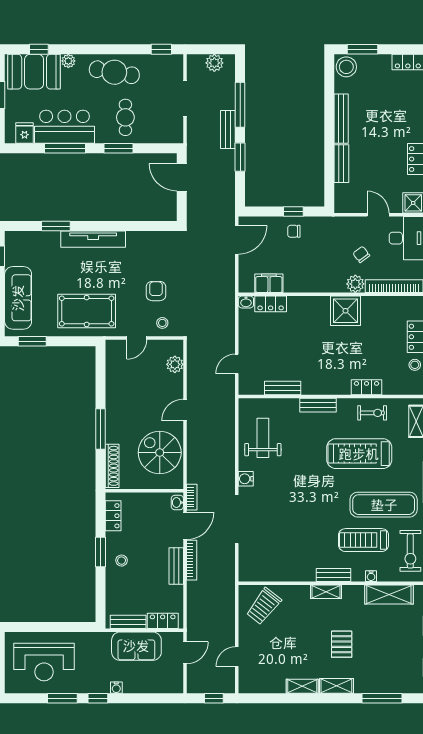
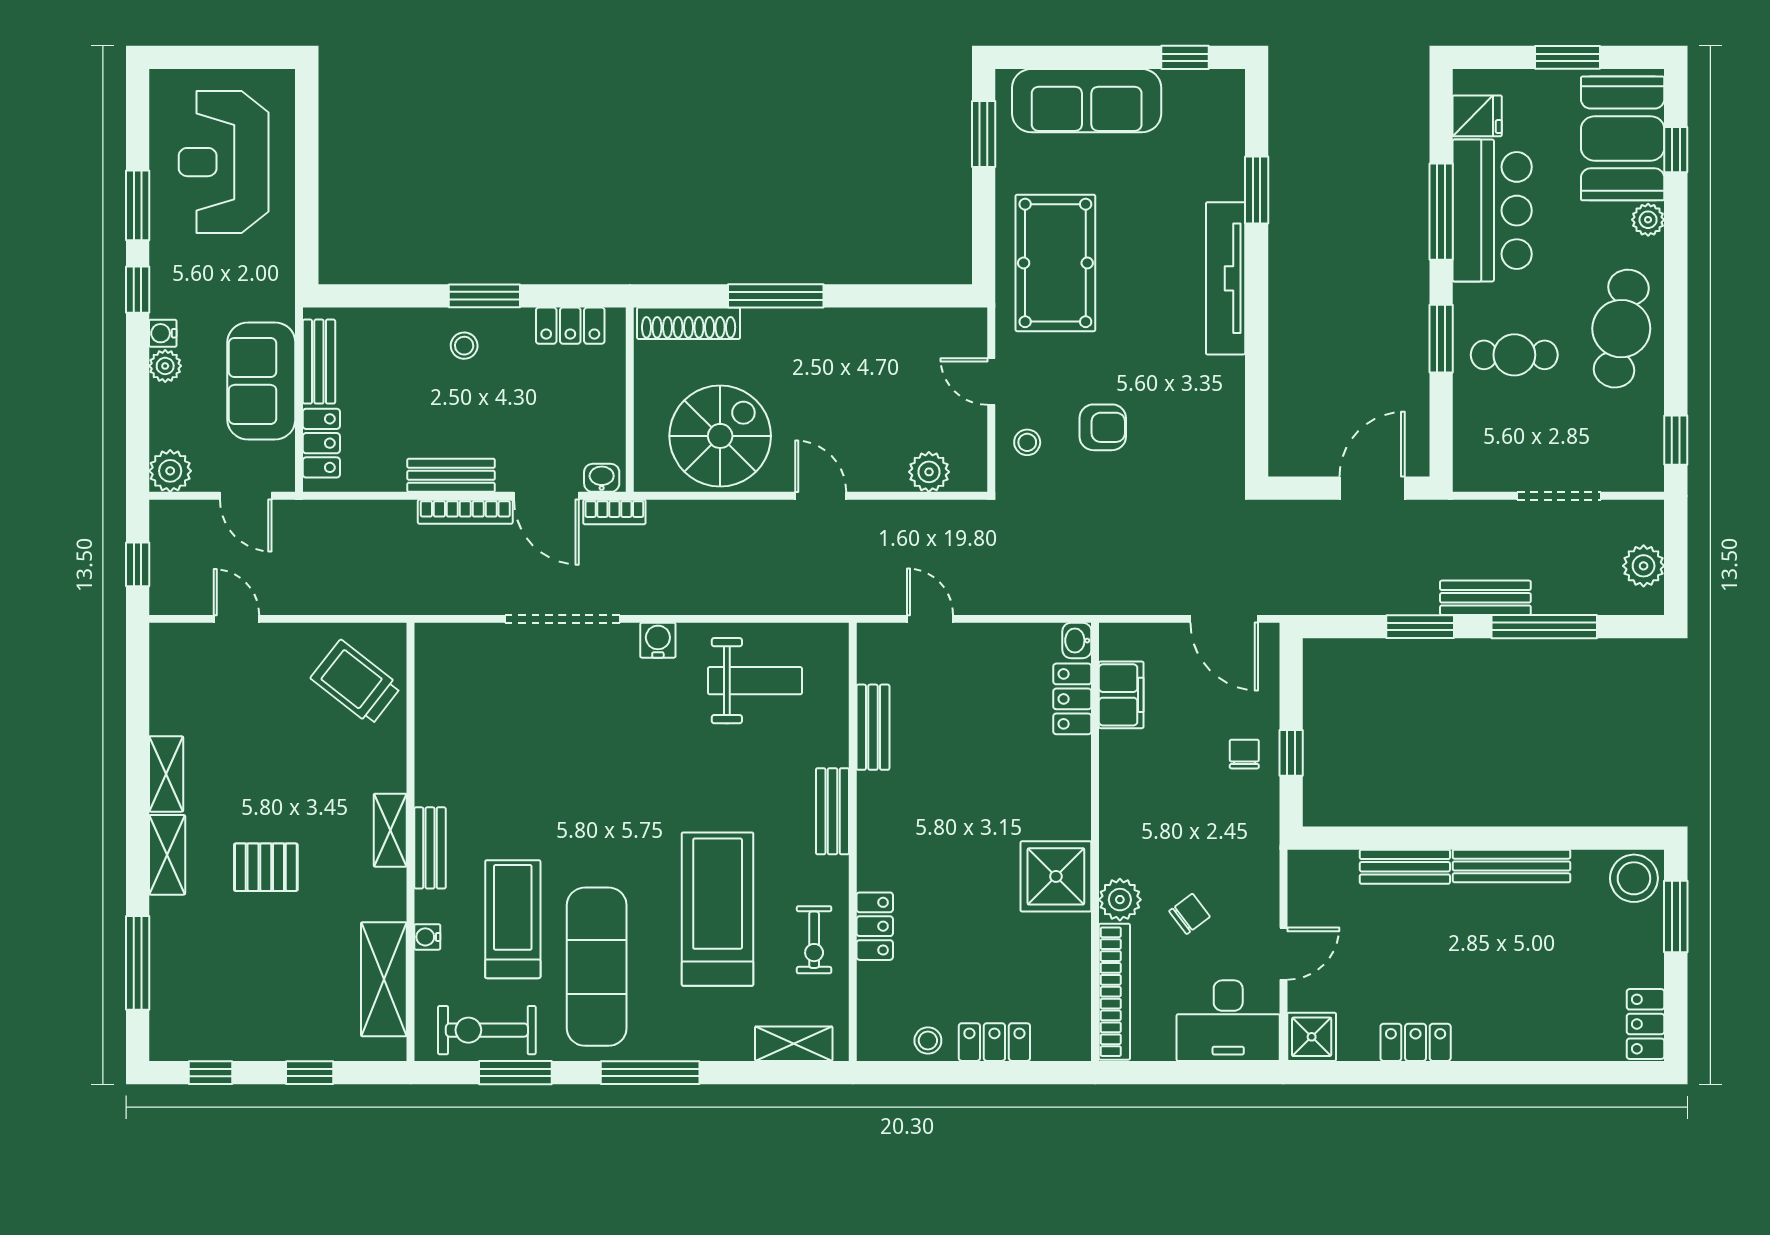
plant: (174, 685) -> (170, 471), added
plant: (130, 687) -> (165, 366), added

